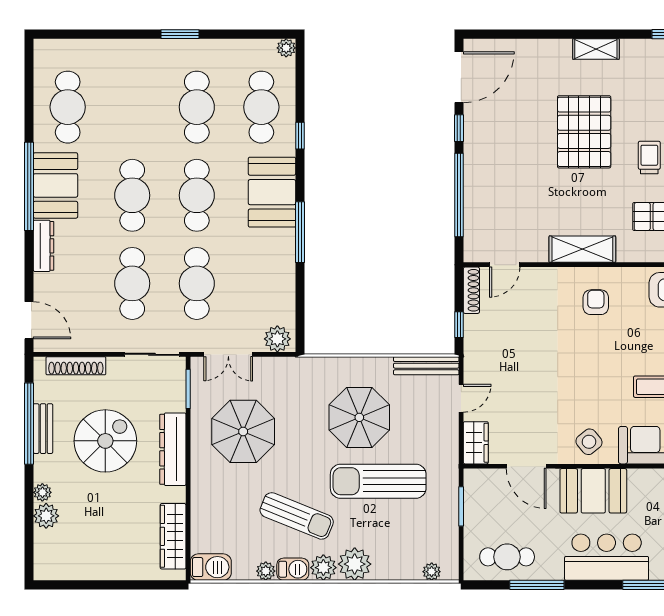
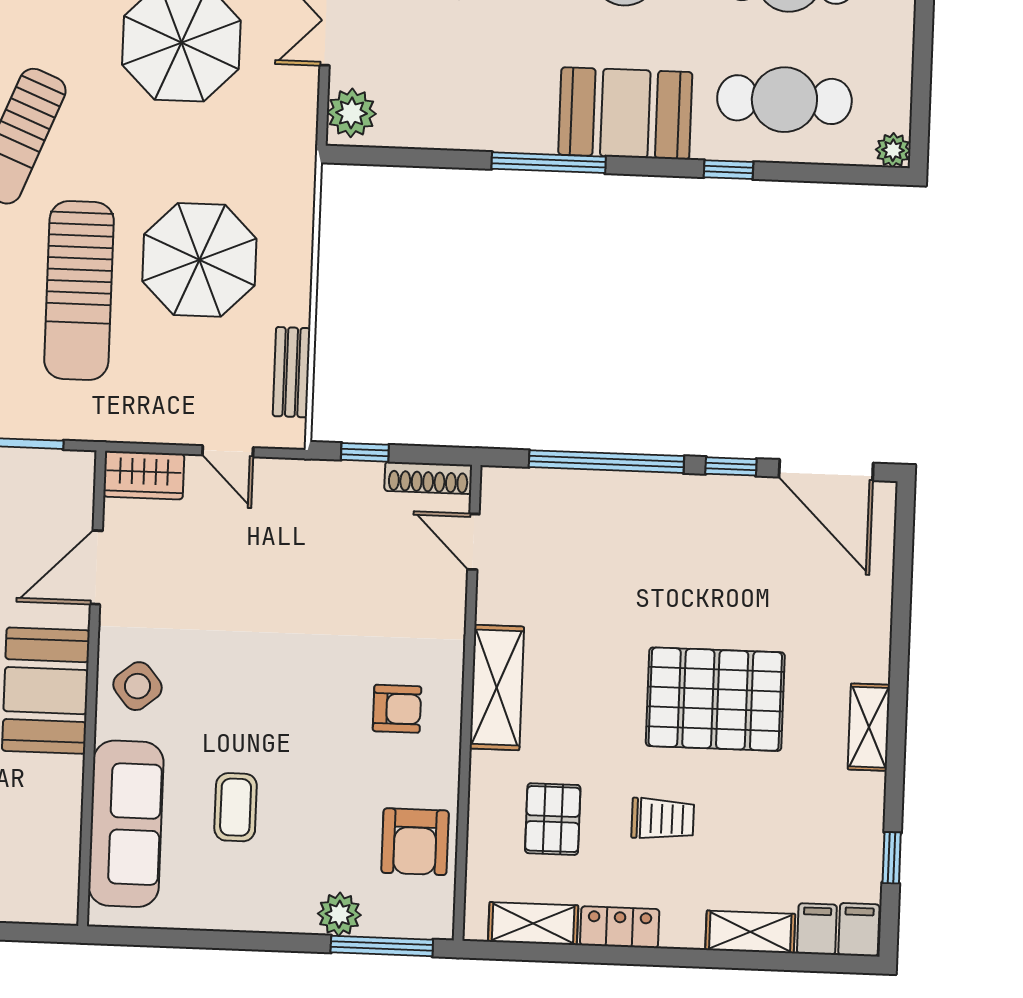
bench: (426, 366) -> (291, 372), width x0.73
sun lounger: (378, 481) -> (79, 291), turned 180

